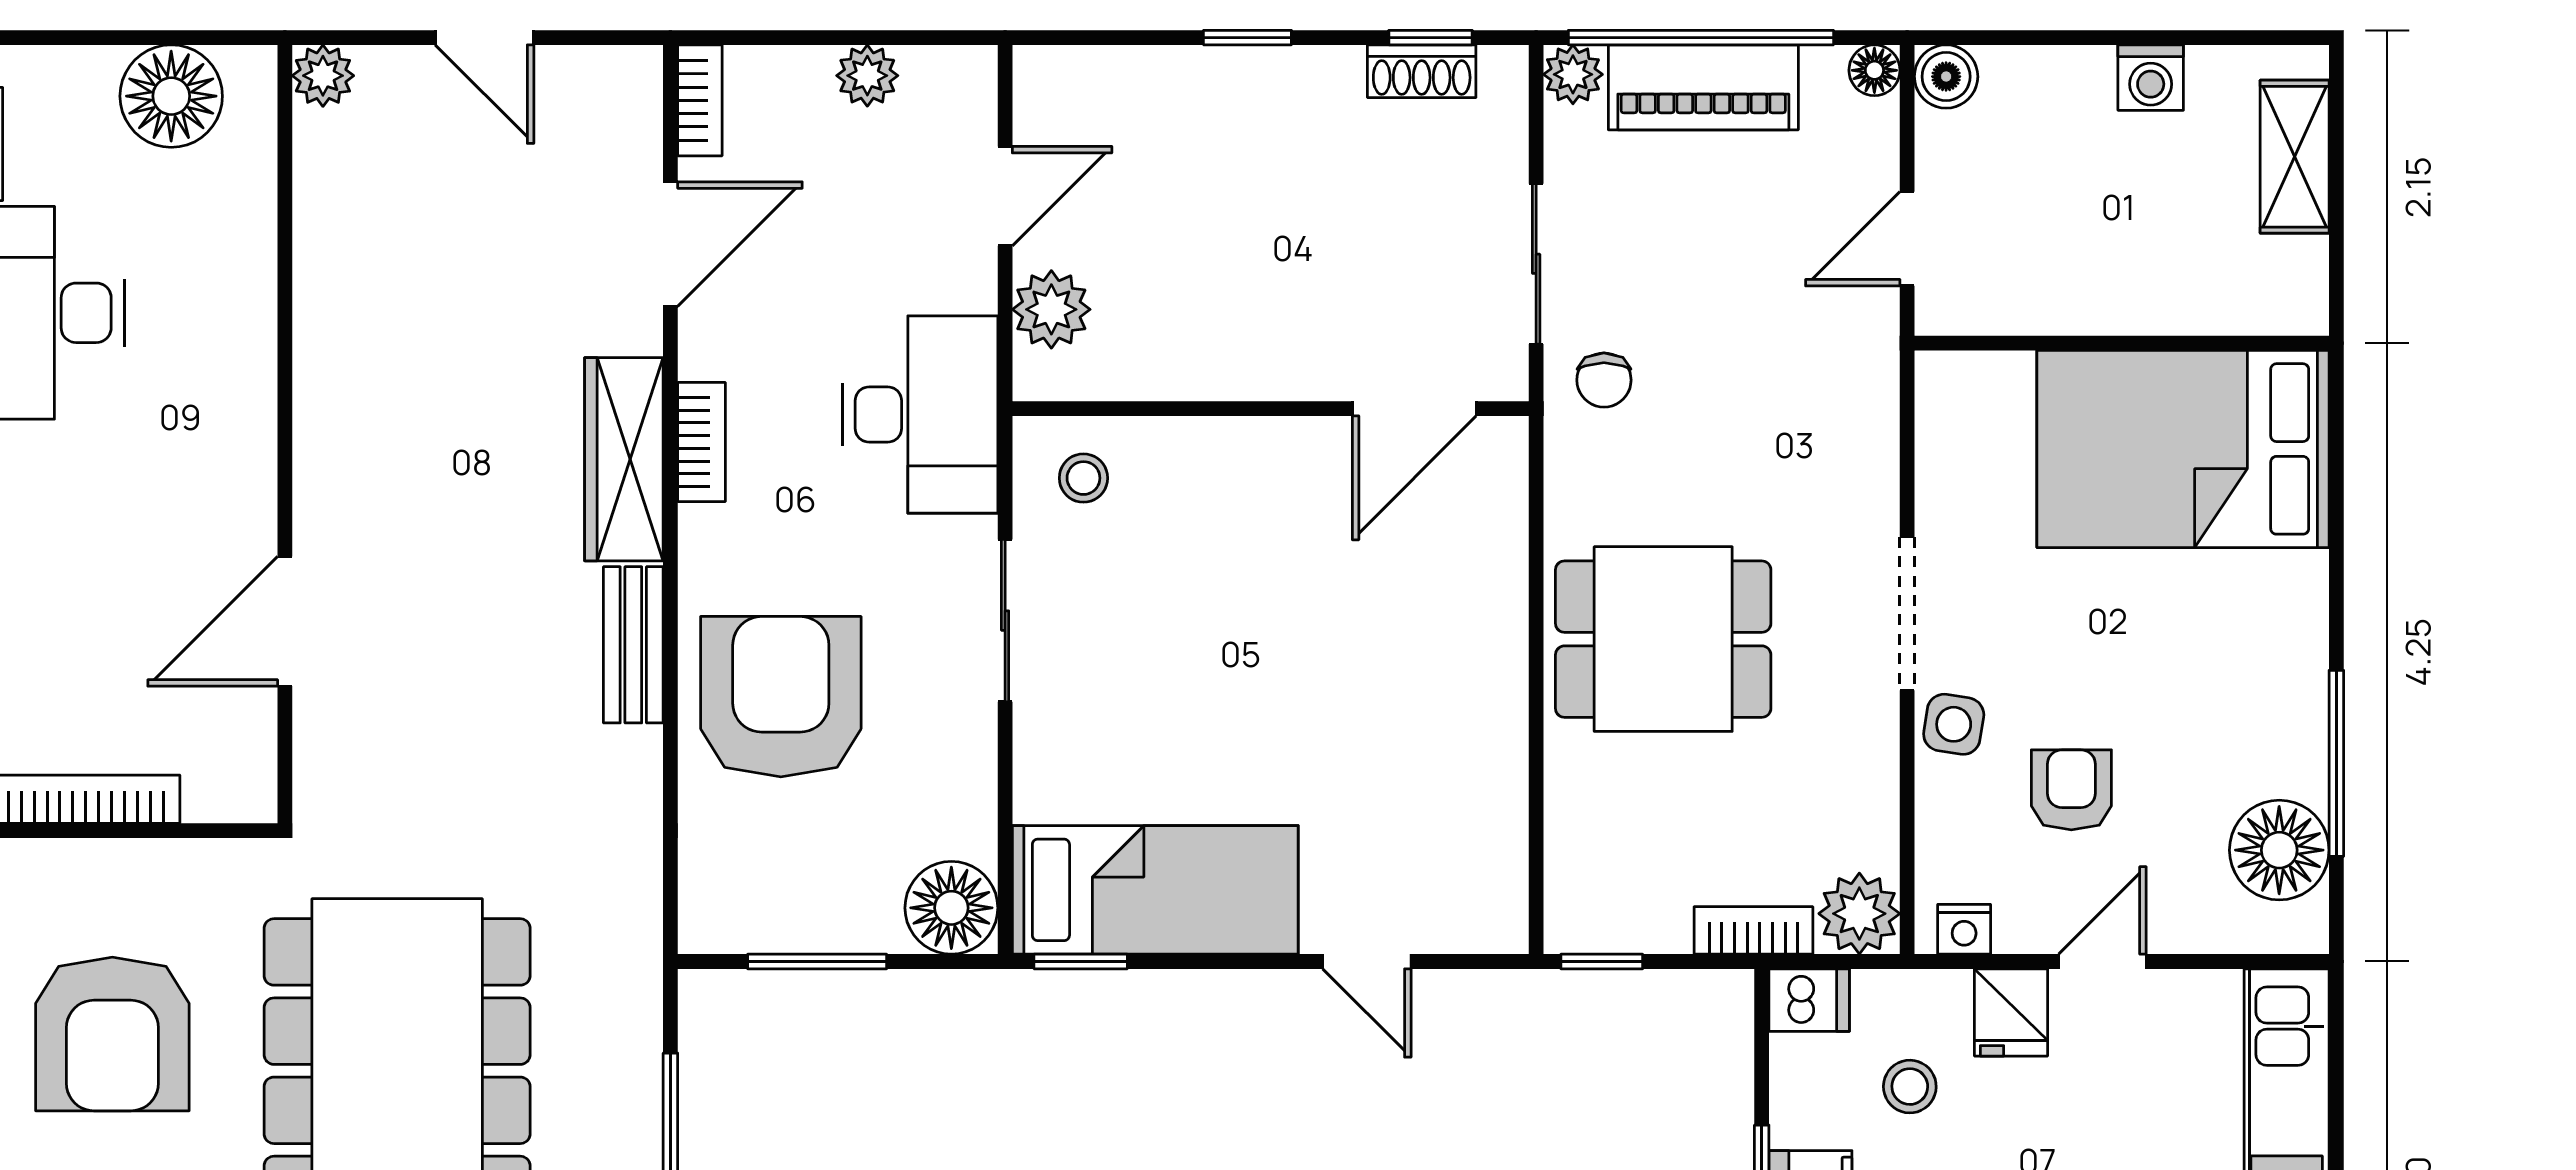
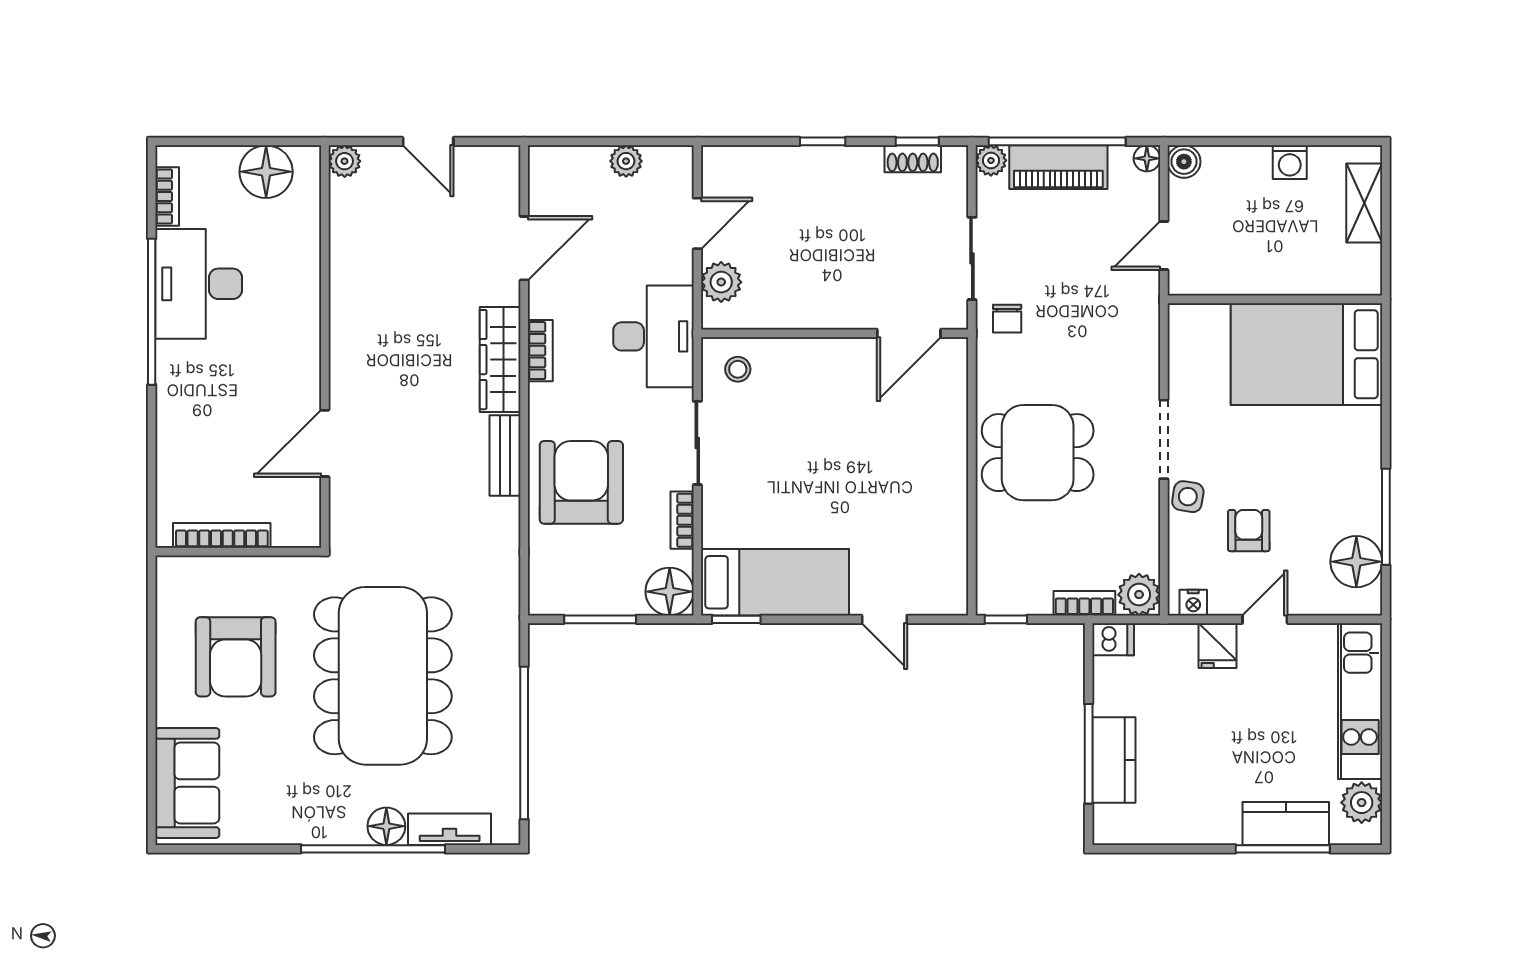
bookcase: (700, 100) -> (682, 520), moved, turned 180
stool: (1910, 1087) -> (1165, 684), removed

